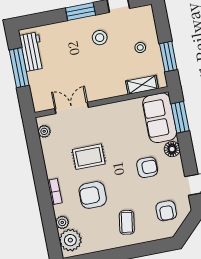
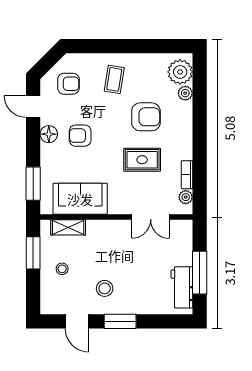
sofa: (160, 118) -> (80, 199), moved, turned -90
floor lamp: (172, 149) -> (49, 134), moved
bookcase: (55, 192) -> (187, 175), moved
armchair: (166, 211) -> (68, 84), turned 90

